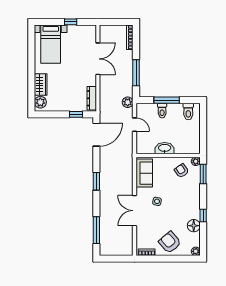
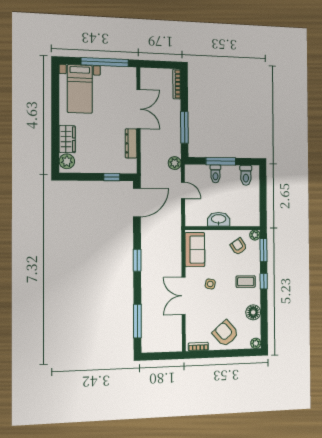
window: (71, 22) -> (105, 62), width x3.17
dresser: (92, 98) -> (131, 143), moved
coffee table: (187, 200) -> (246, 282), added
window: (203, 216) -> (264, 281), moved

